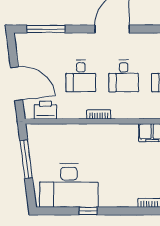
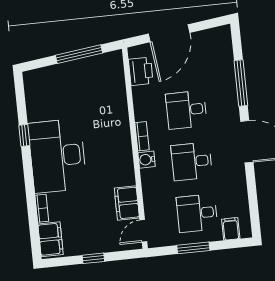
window: (46, 29) -> (241, 83), moved
water cooler: (118, 113) -> (147, 160), added
desk: (69, 185) -> (57, 156), moved

